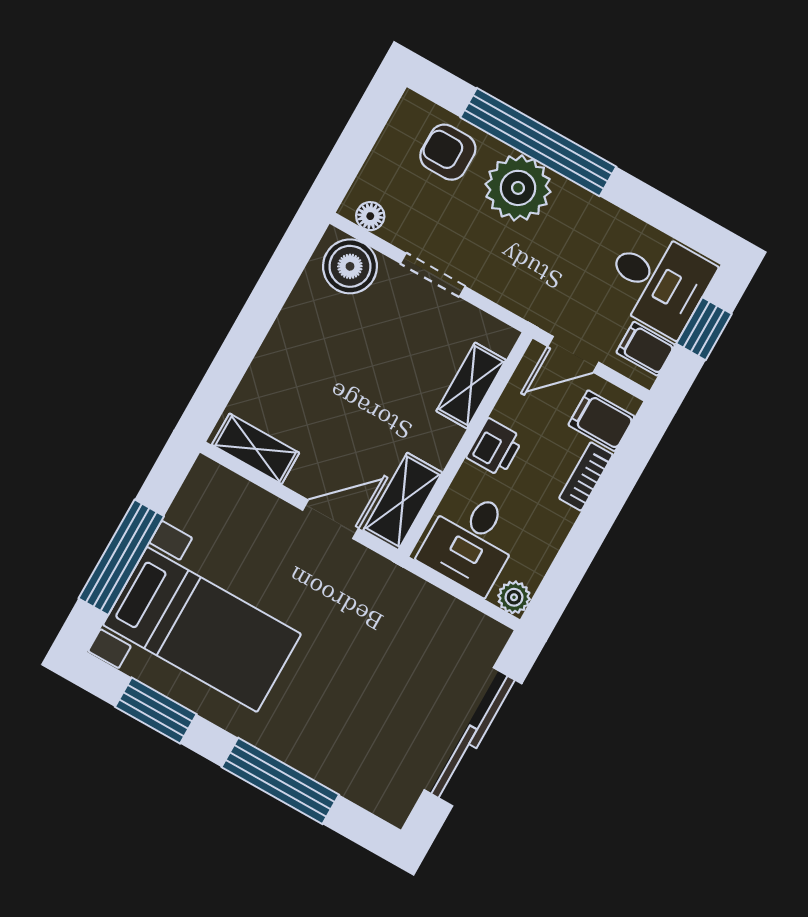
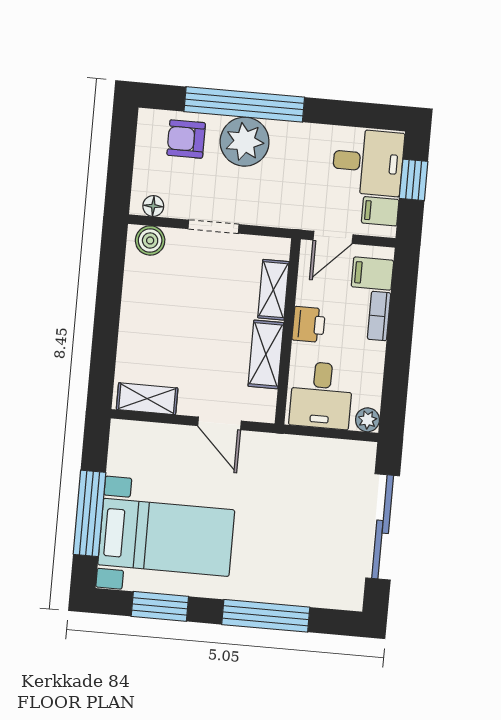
boiler: (350, 266) -> (150, 240), width x0.73, depth x0.73
shelving: (403, 501) -> (266, 354), moved
door: (331, 519) -> (219, 423), swing flipped

